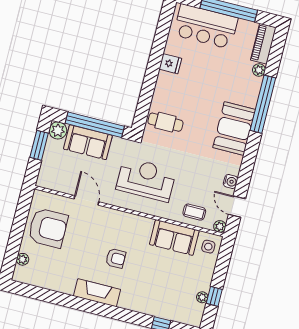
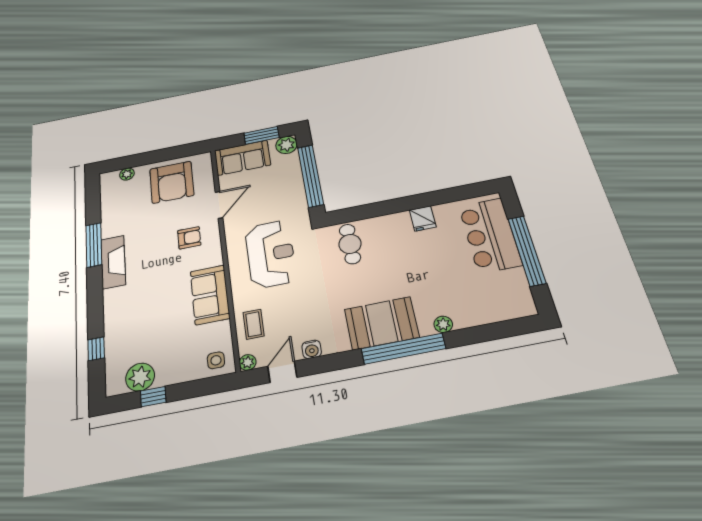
piano: (263, 44) -> (509, 309), removed
plant: (259, 70) -> (443, 324), moved
window: (263, 104) -> (403, 349), moved
sofa: (88, 142) -> (242, 158), moved, turned -90
sofa: (174, 238) -> (210, 295), moved
armchair: (116, 258) -> (189, 238), moved, turned -90
plant: (202, 297) -> (140, 377), width x1.88, depth x1.88
window: (75, 303) -> (94, 245), added

